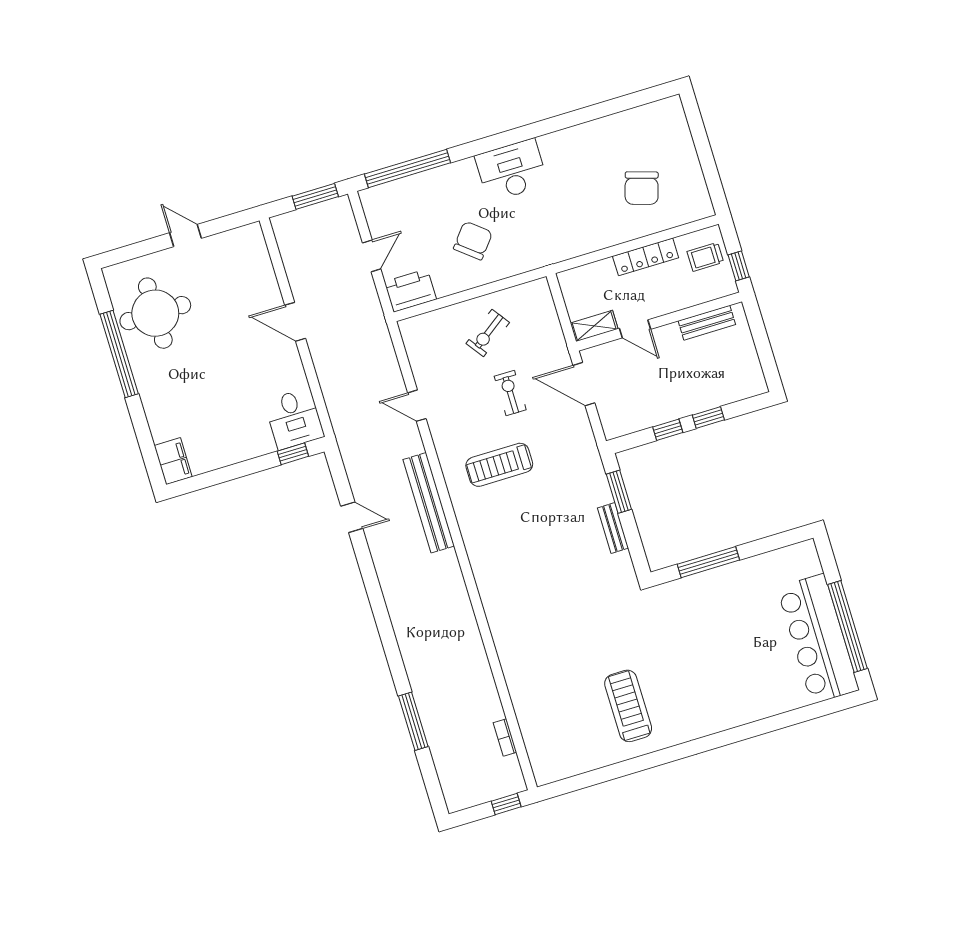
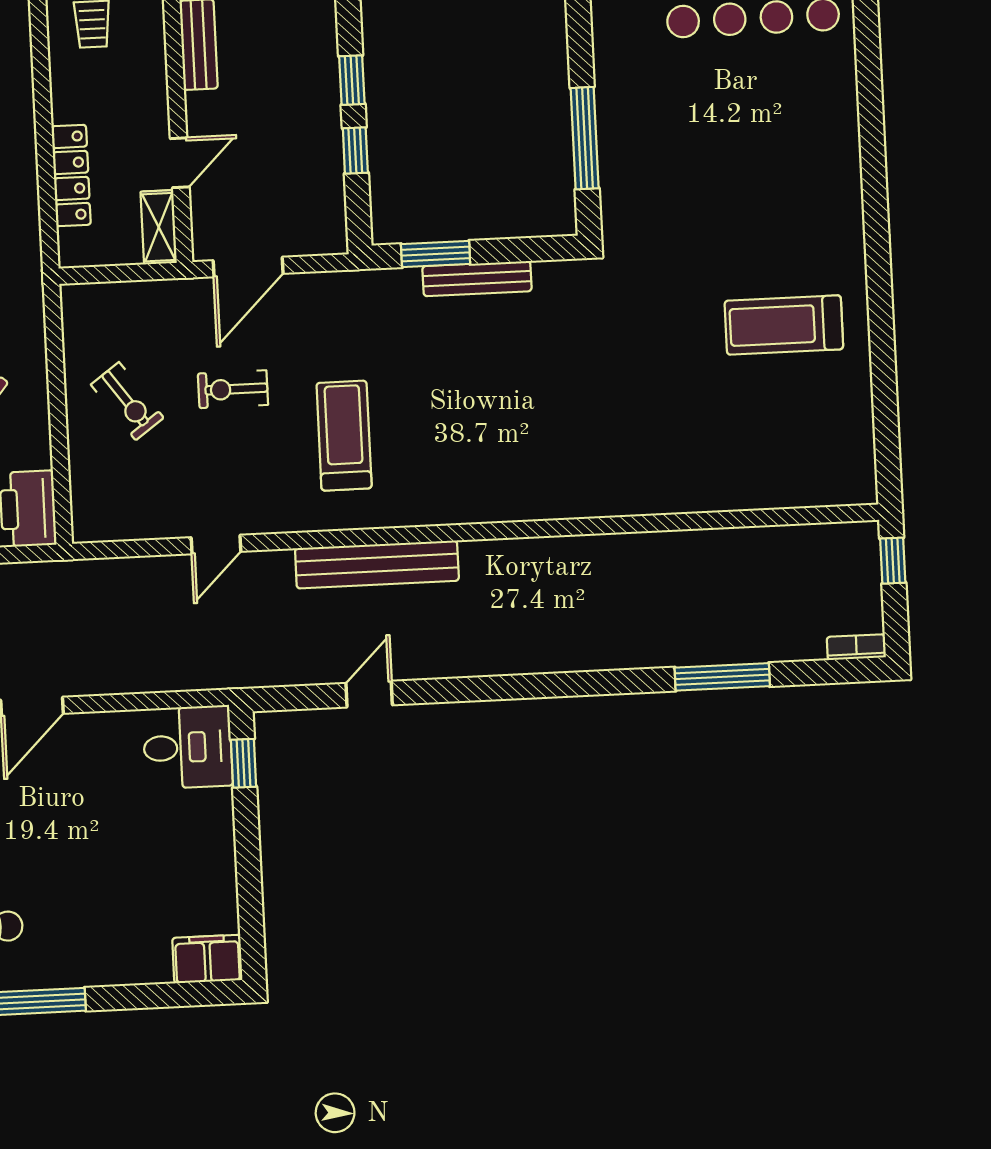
locker: (646, 257) -> (71, 175), moved
treadmill: (499, 465) -> (344, 436), turned 180
bench: (613, 528) -> (477, 279), width x1.36
bookcase: (505, 738) -> (856, 647), moved, turned 180

